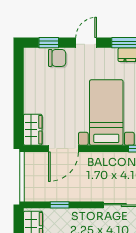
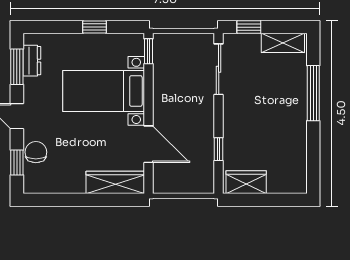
wardrobe: (33, 130) -> (115, 182), width x1.50

